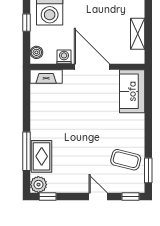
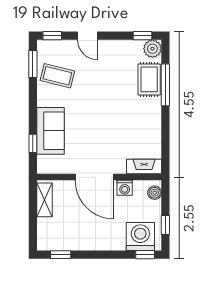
shelving: (138, 34) -> (45, 200), moved
sofa: (132, 91) -> (50, 131), moved
window: (148, 98) -> (33, 143), added

